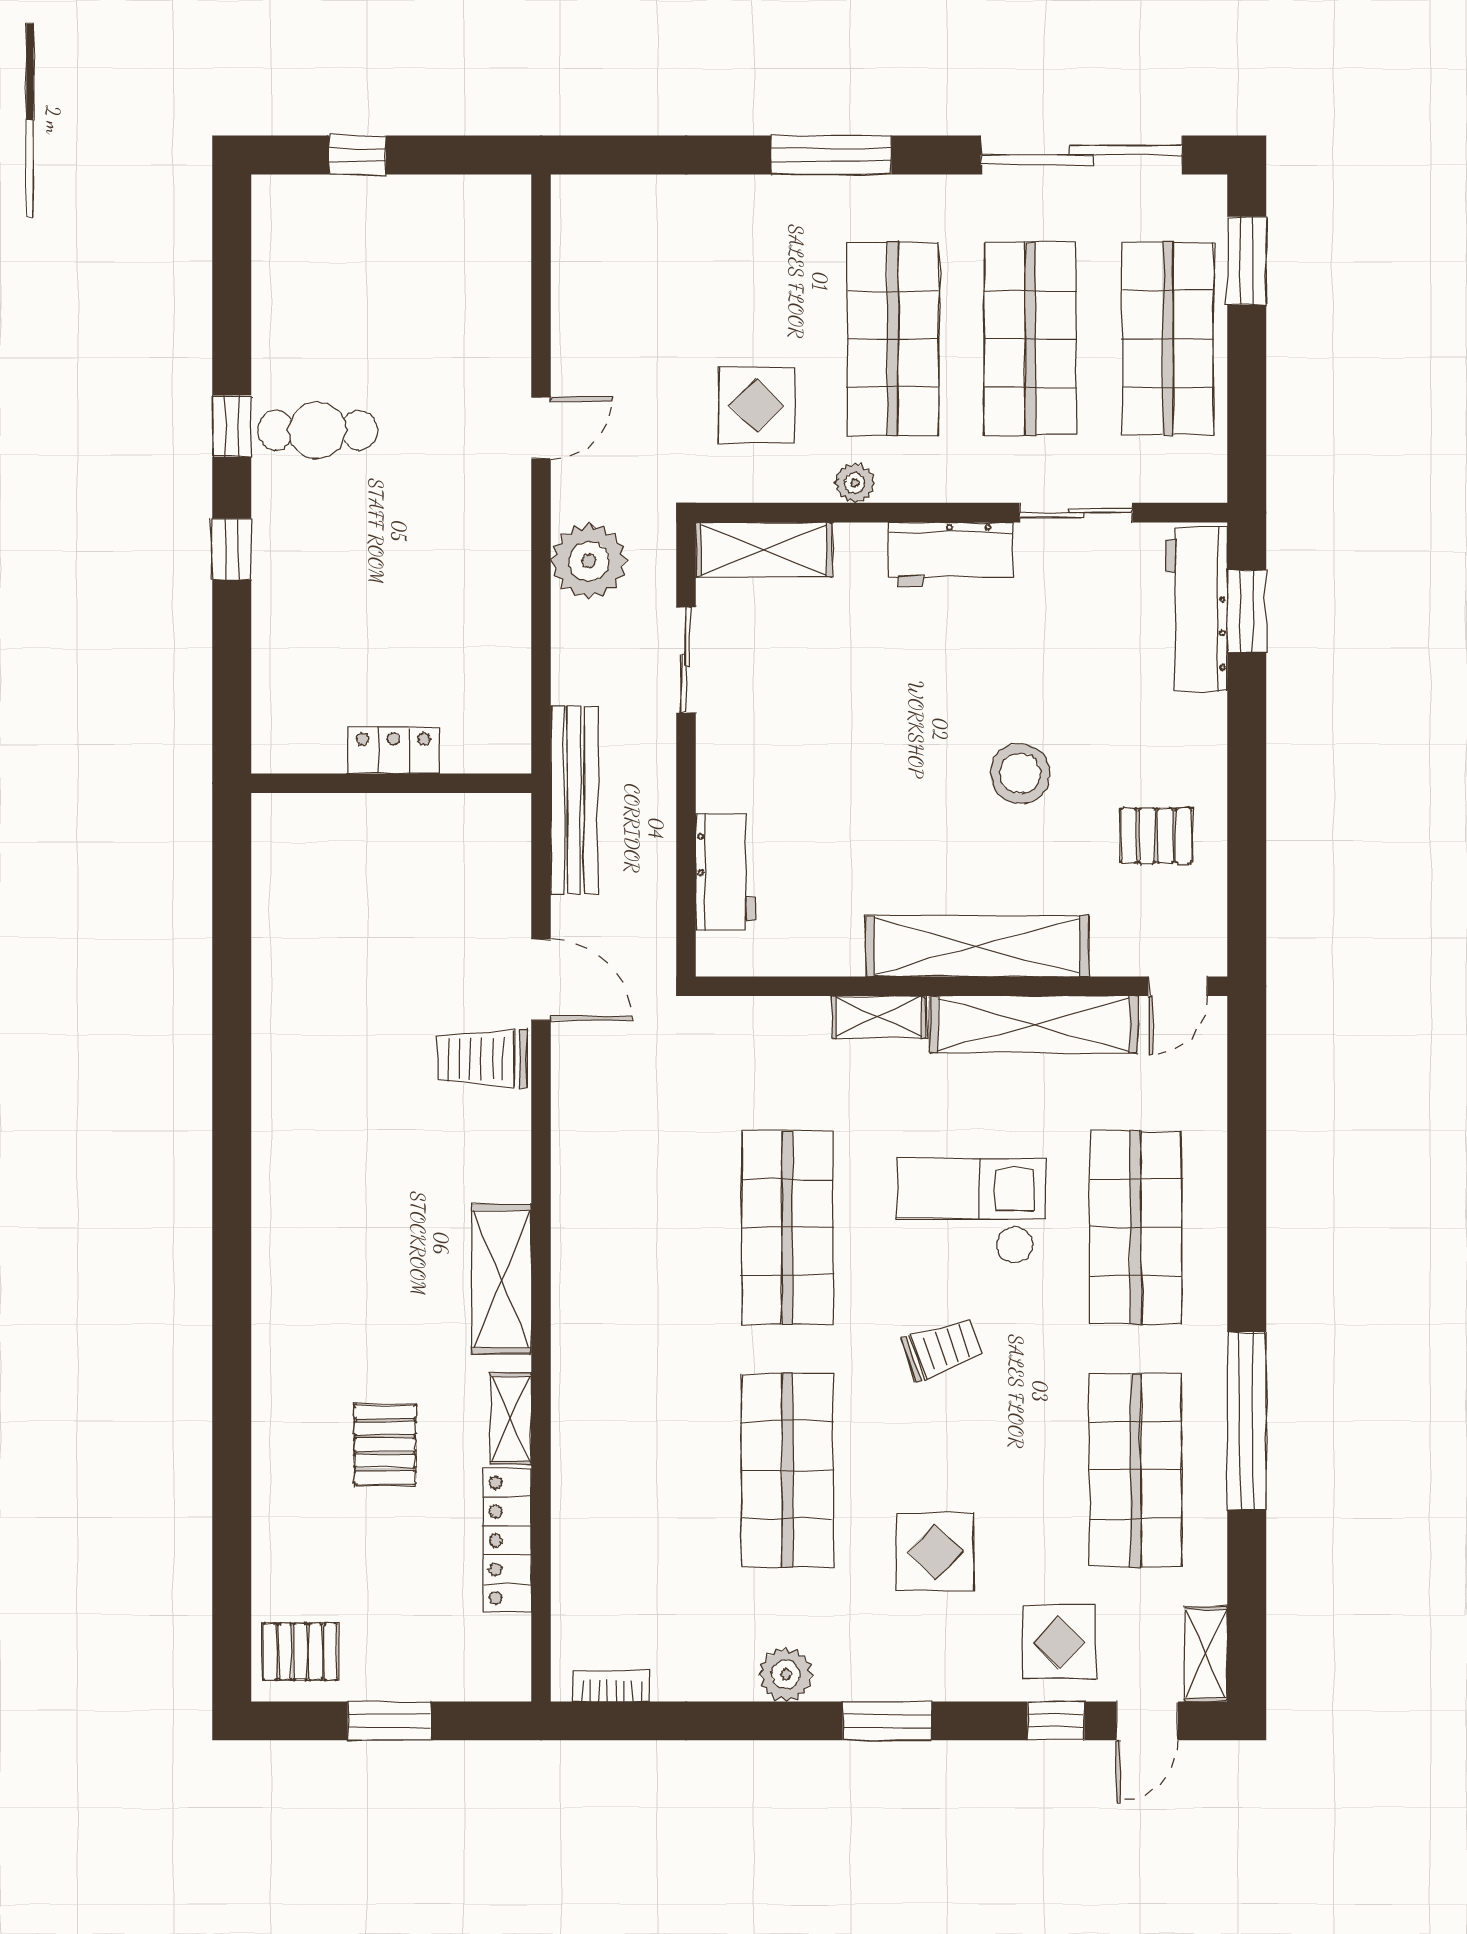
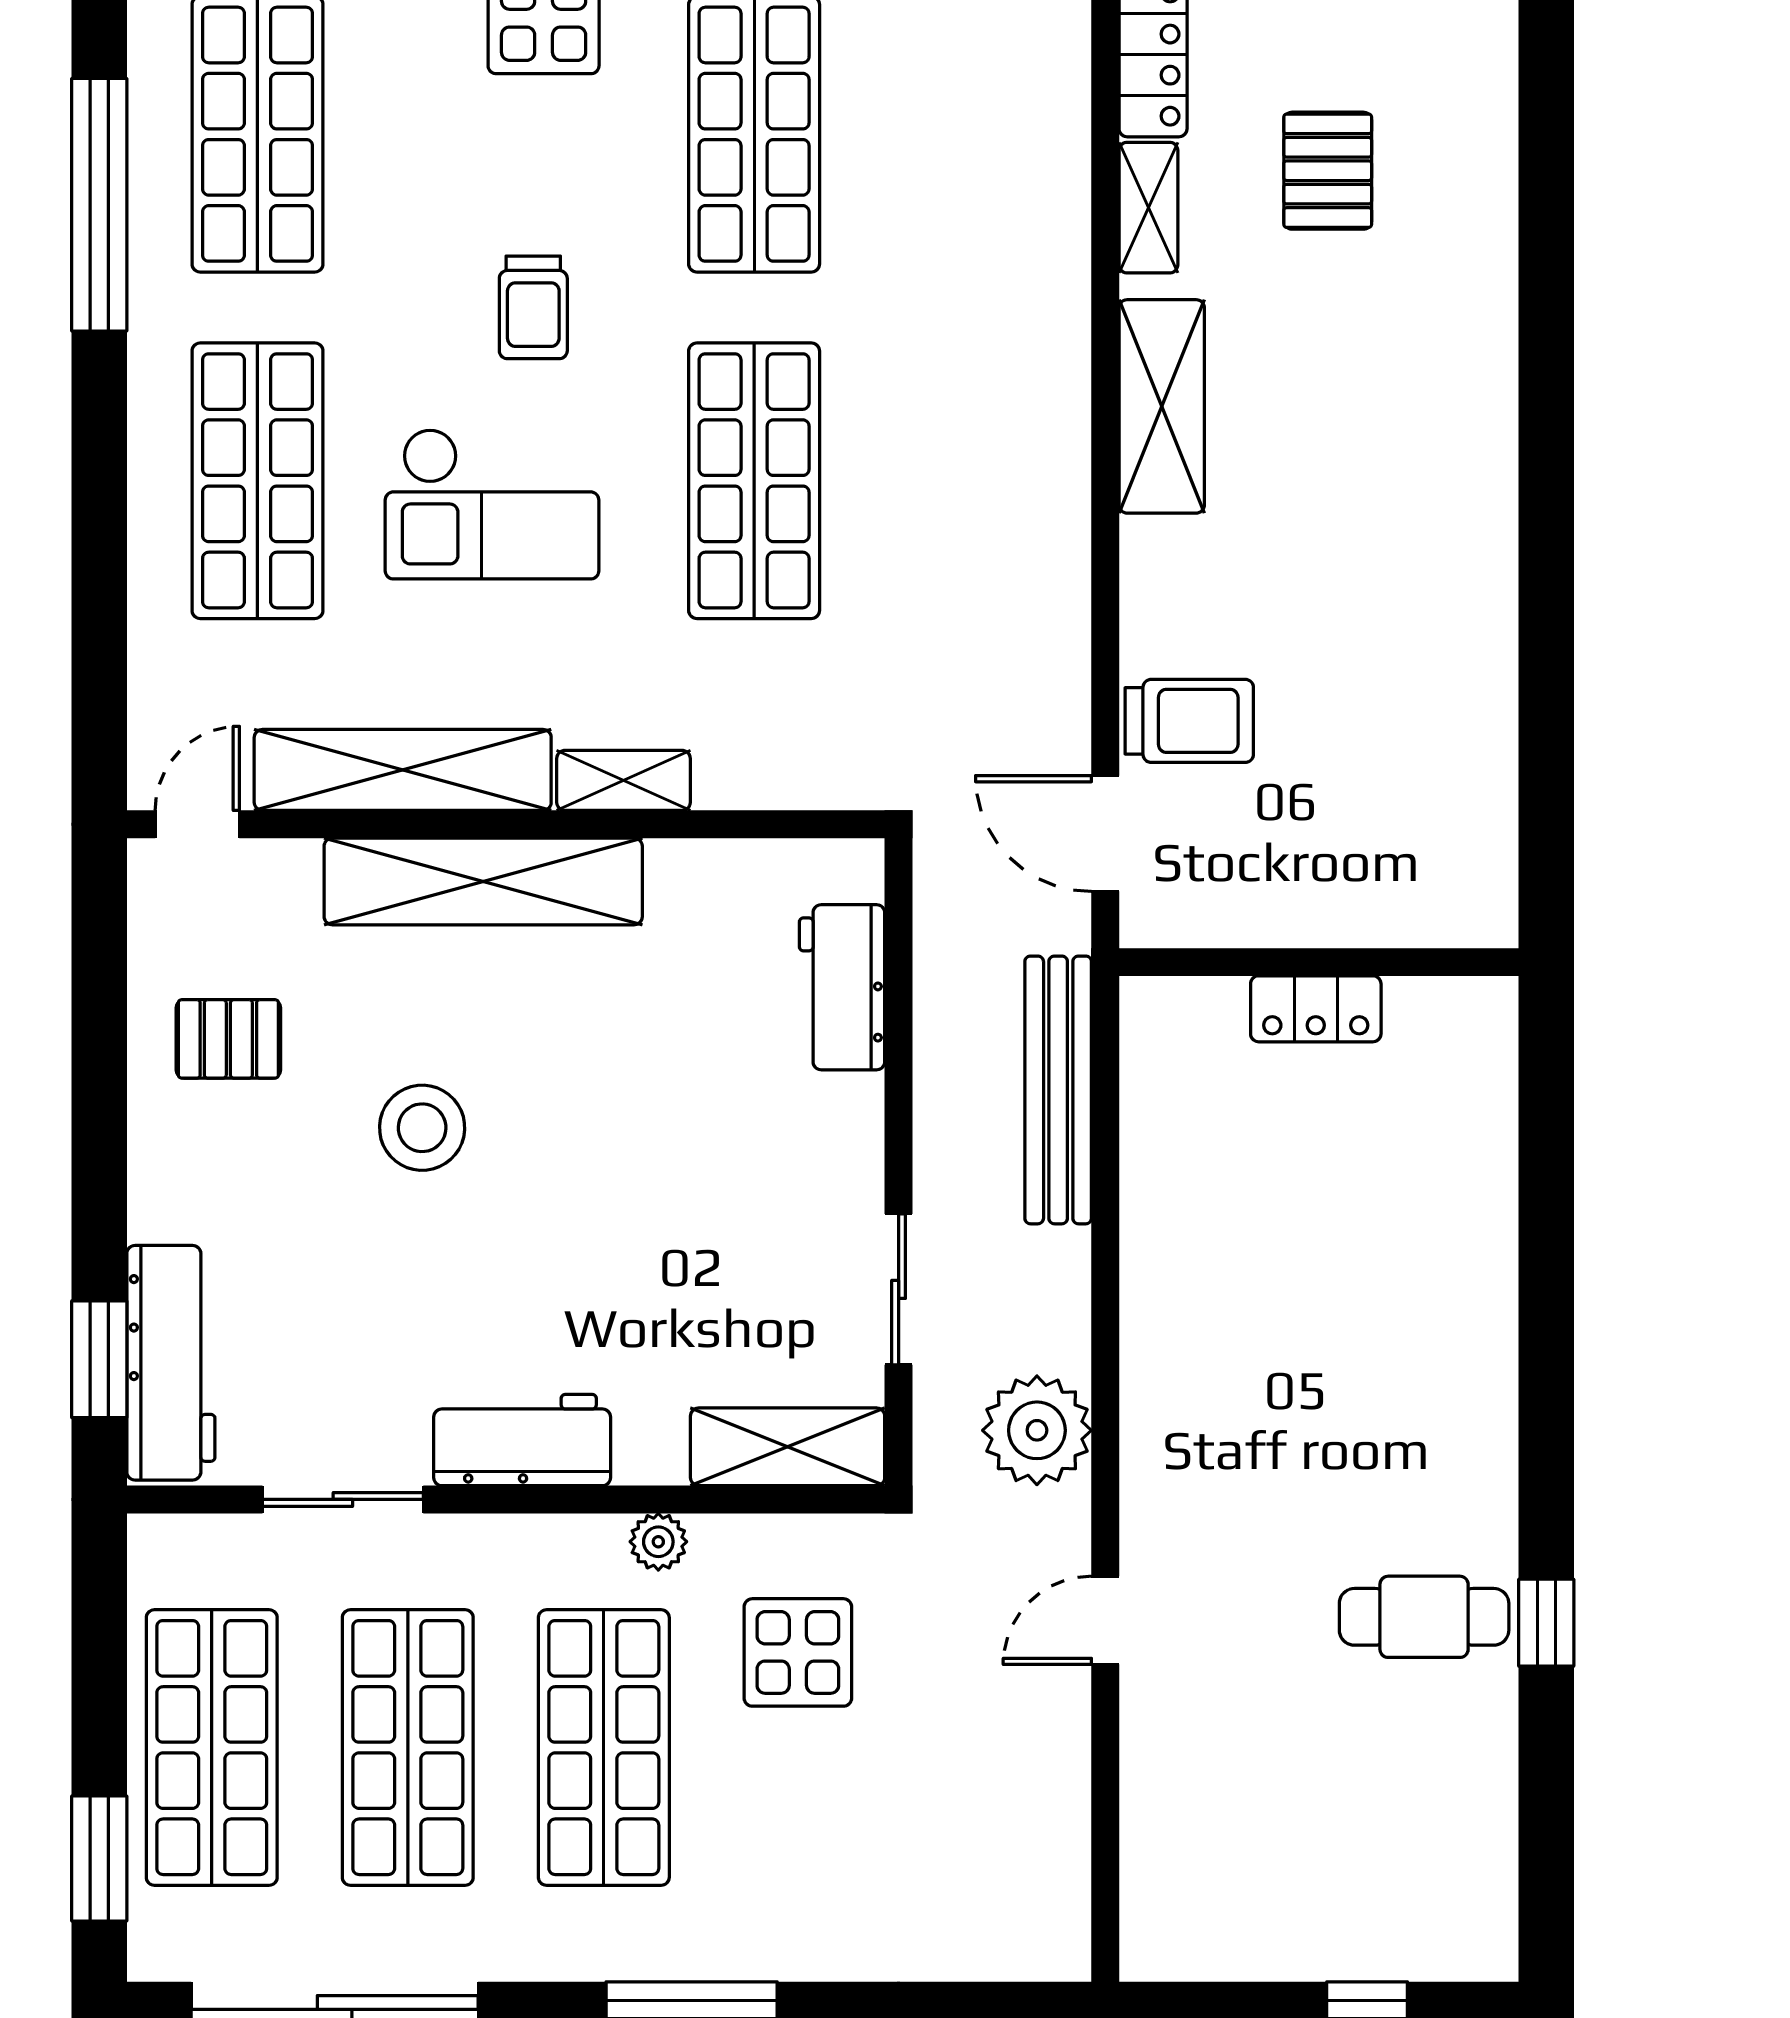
window: (232, 549) -> (1546, 1447), removed
locker: (393, 750) -> (1316, 1009), moved
wall: (391, 783) -> (1319, 962), moved
trolley: (942, 1349) -> (533, 307), turned -71

